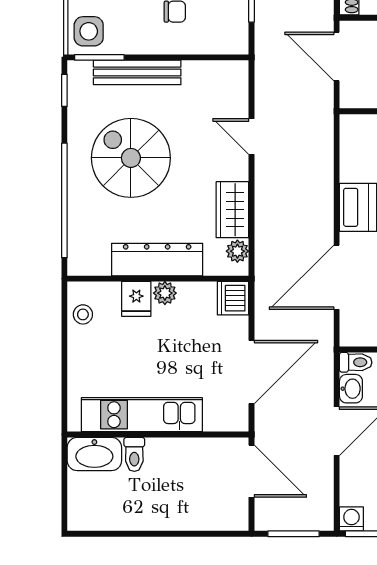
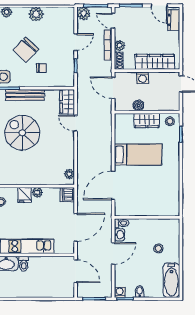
wardrobe: (232, 210) -> (67, 102), moved
dresser: (157, 260) -> (34, 178), removed

